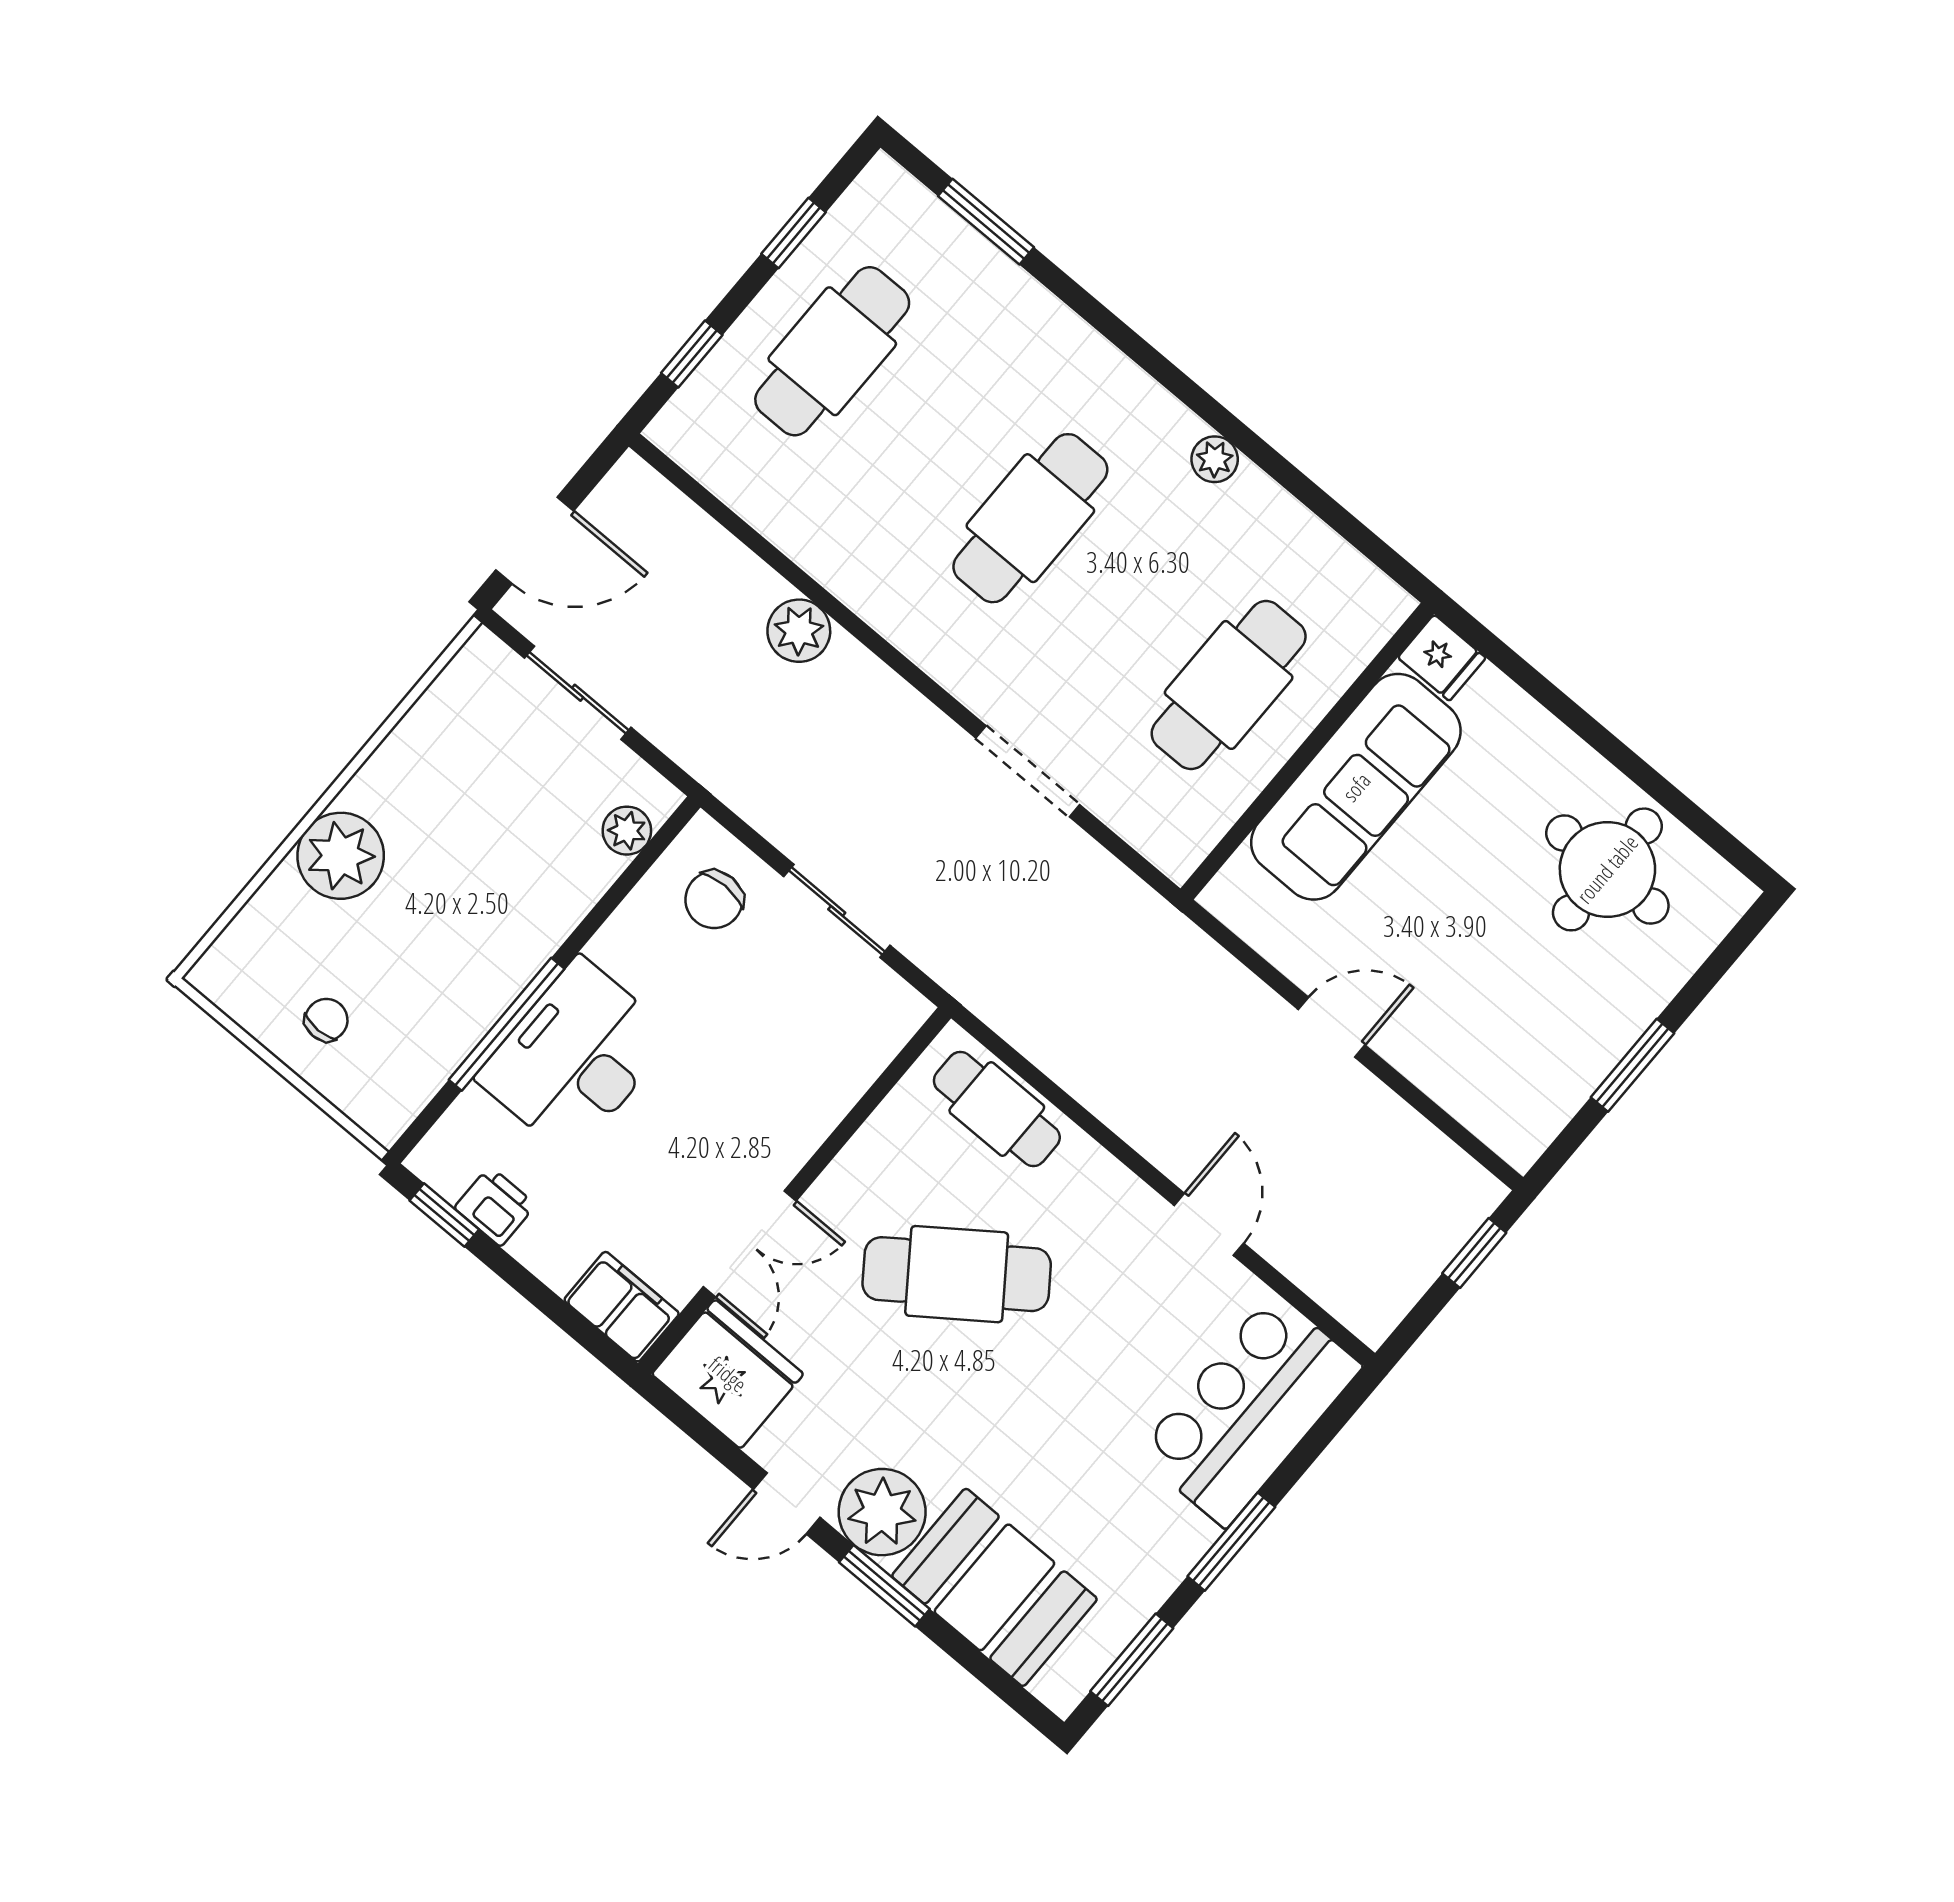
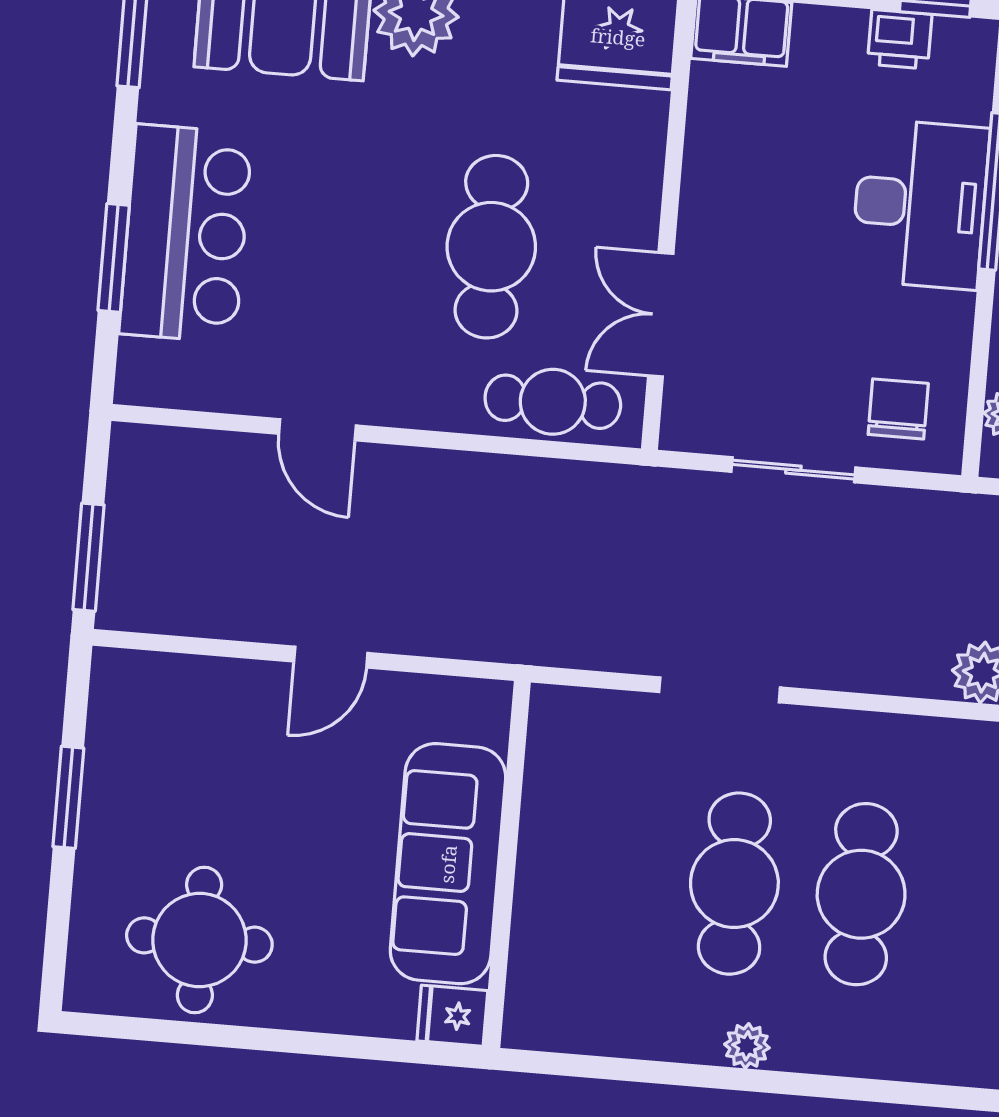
cafe table: (1229, 685) -> (734, 884), moved
double door: (750, 1244) -> (661, 315), moved
window: (1474, 1253) -> (88, 557), width x1.50
cafe table: (957, 1274) -> (491, 247), turned -54
bar counter: (1249, 1410) -> (186, 233), moved
window: (1231, 1542) -> (114, 258), moved

